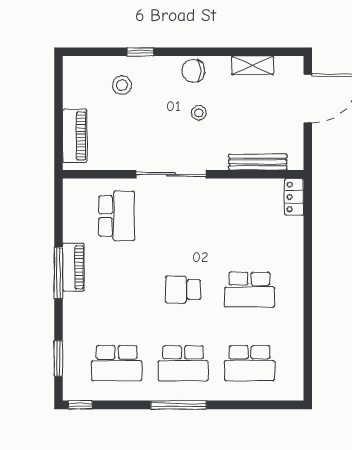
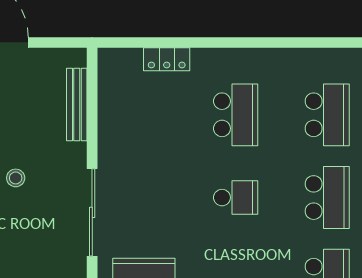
locker: (294, 197) -> (167, 59), moved
school desk: (183, 290) -> (236, 198), turned -90

